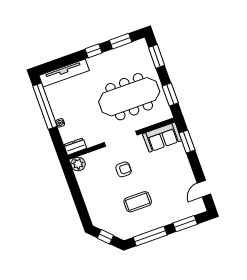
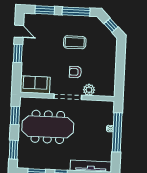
window: (45, 106) -> (117, 132), moved
window: (187, 142) -> (18, 53), moved
dresser: (75, 146) -> (106, 105), removed
plant: (78, 164) -> (89, 90), moved
door: (204, 189) -> (19, 31), hinge flipped

